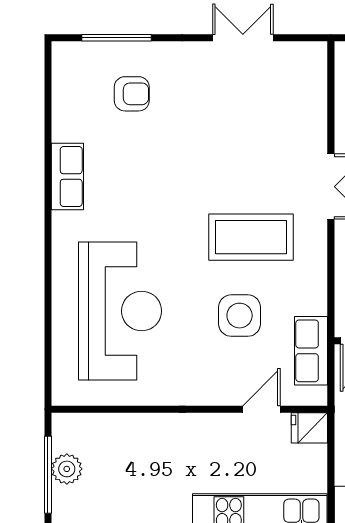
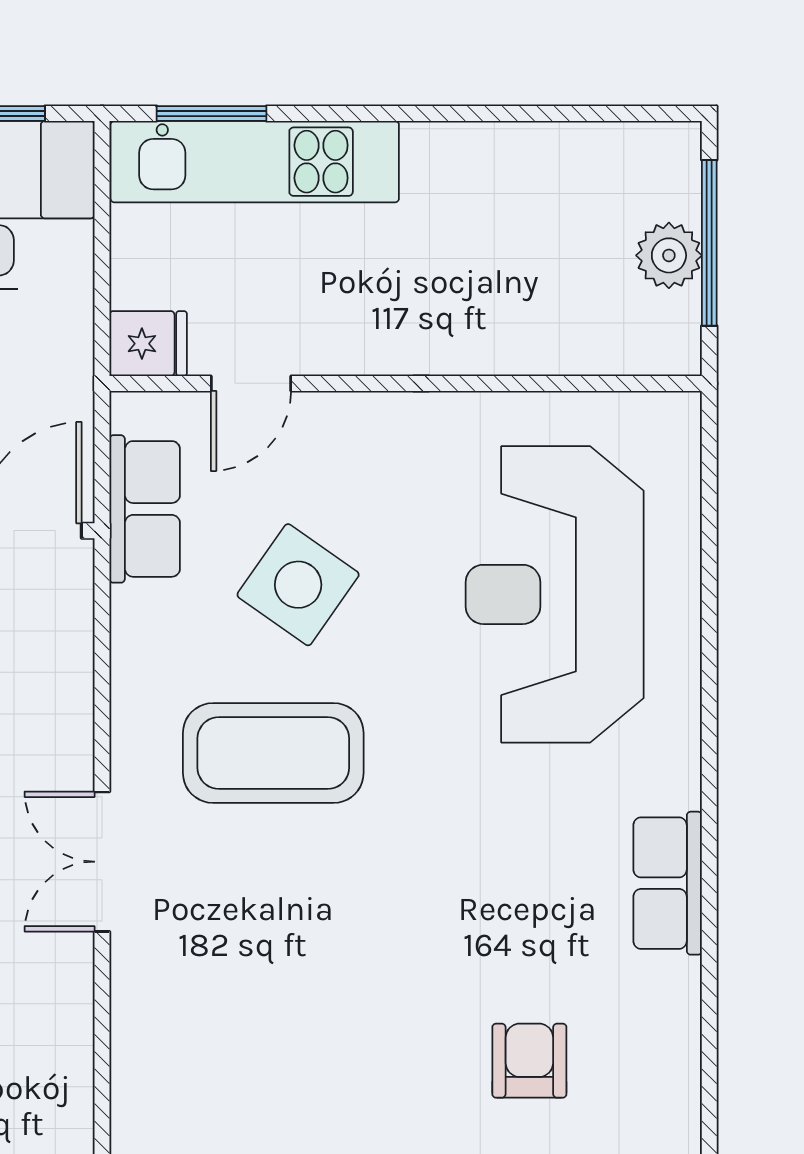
armchair: (132, 94) -> (529, 1061), turned 90
side table: (240, 316) -> (298, 585), turned 35

